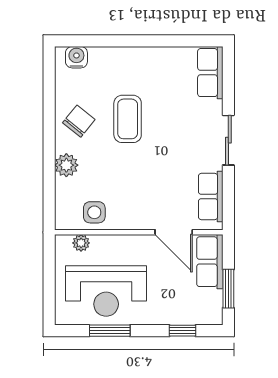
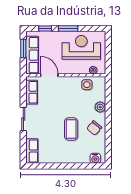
row of seats: (210, 262) -> (32, 55), width x1.48
window: (110, 331) -> (68, 29), moved

